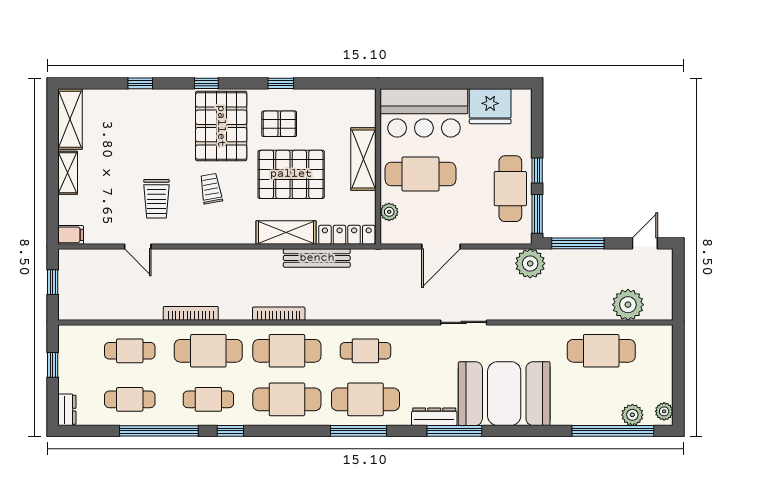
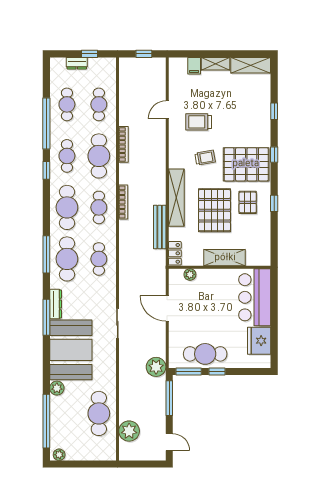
cafe table: (420, 174) -> (215, 295), removed
shelving: (286, 233) -> (176, 198), width x1.47
filing cabinet: (71, 235) -> (194, 66), moved
locker: (347, 235) -> (175, 253), width x0.66
cafe table: (287, 351) -> (99, 207), width x0.73, depth x0.74
dresser: (67, 410) -> (77, 63), moved
plant: (632, 415) -> (57, 388), moved

